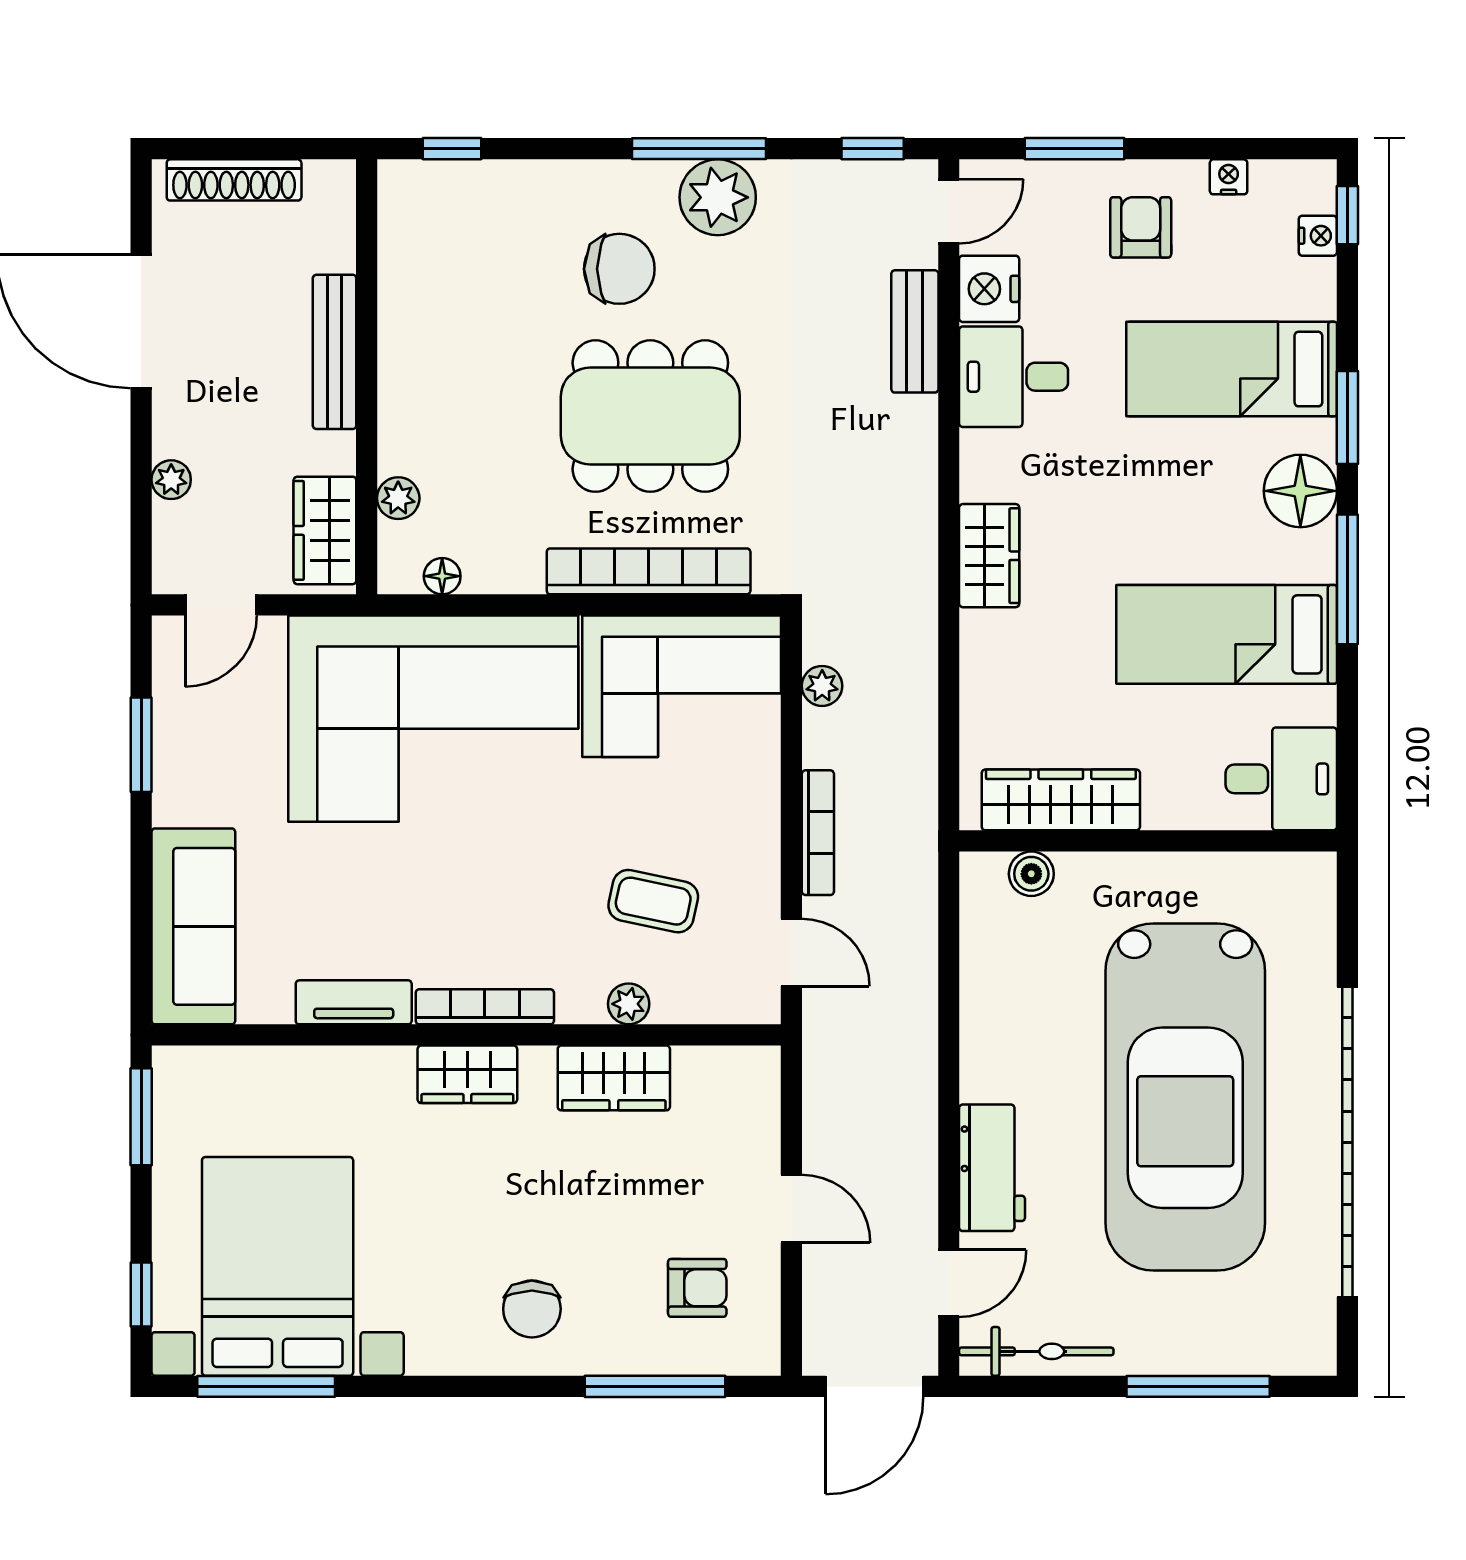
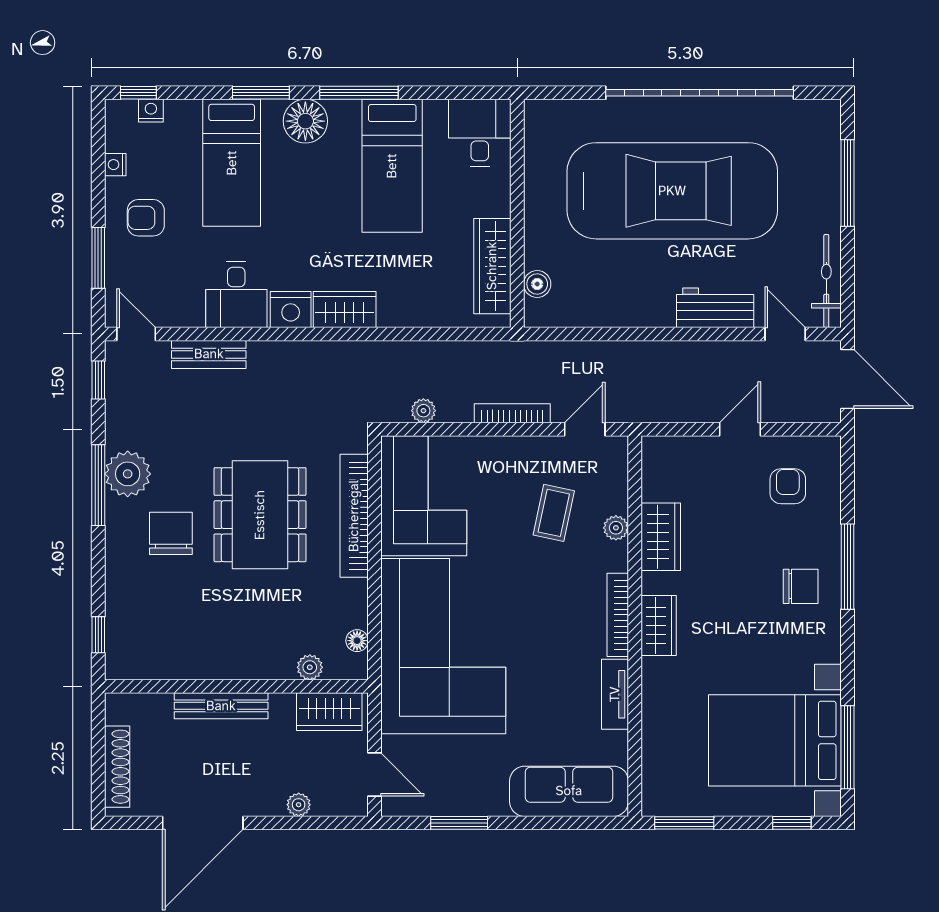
nightstand: (989, 289) -> (291, 310), moved
window: (655, 1386) -> (847, 567), moved

